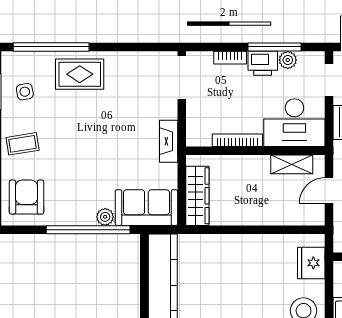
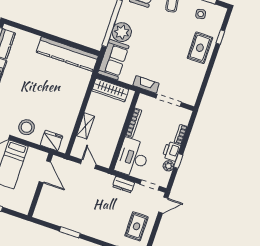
window: (51, 47) -> (220, 37), width x0.32
window: (275, 47) -> (178, 161), width x0.46
doorway: (182, 77) -> (169, 100), moved
shelving: (292, 164) -> (85, 126), moved
plant: (105, 217) -> (122, 32), width x1.87, depth x1.87

